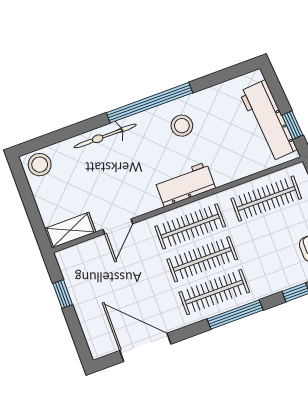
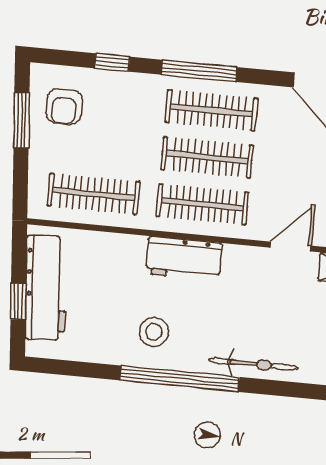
window: (292, 125) -> (18, 301), moved

